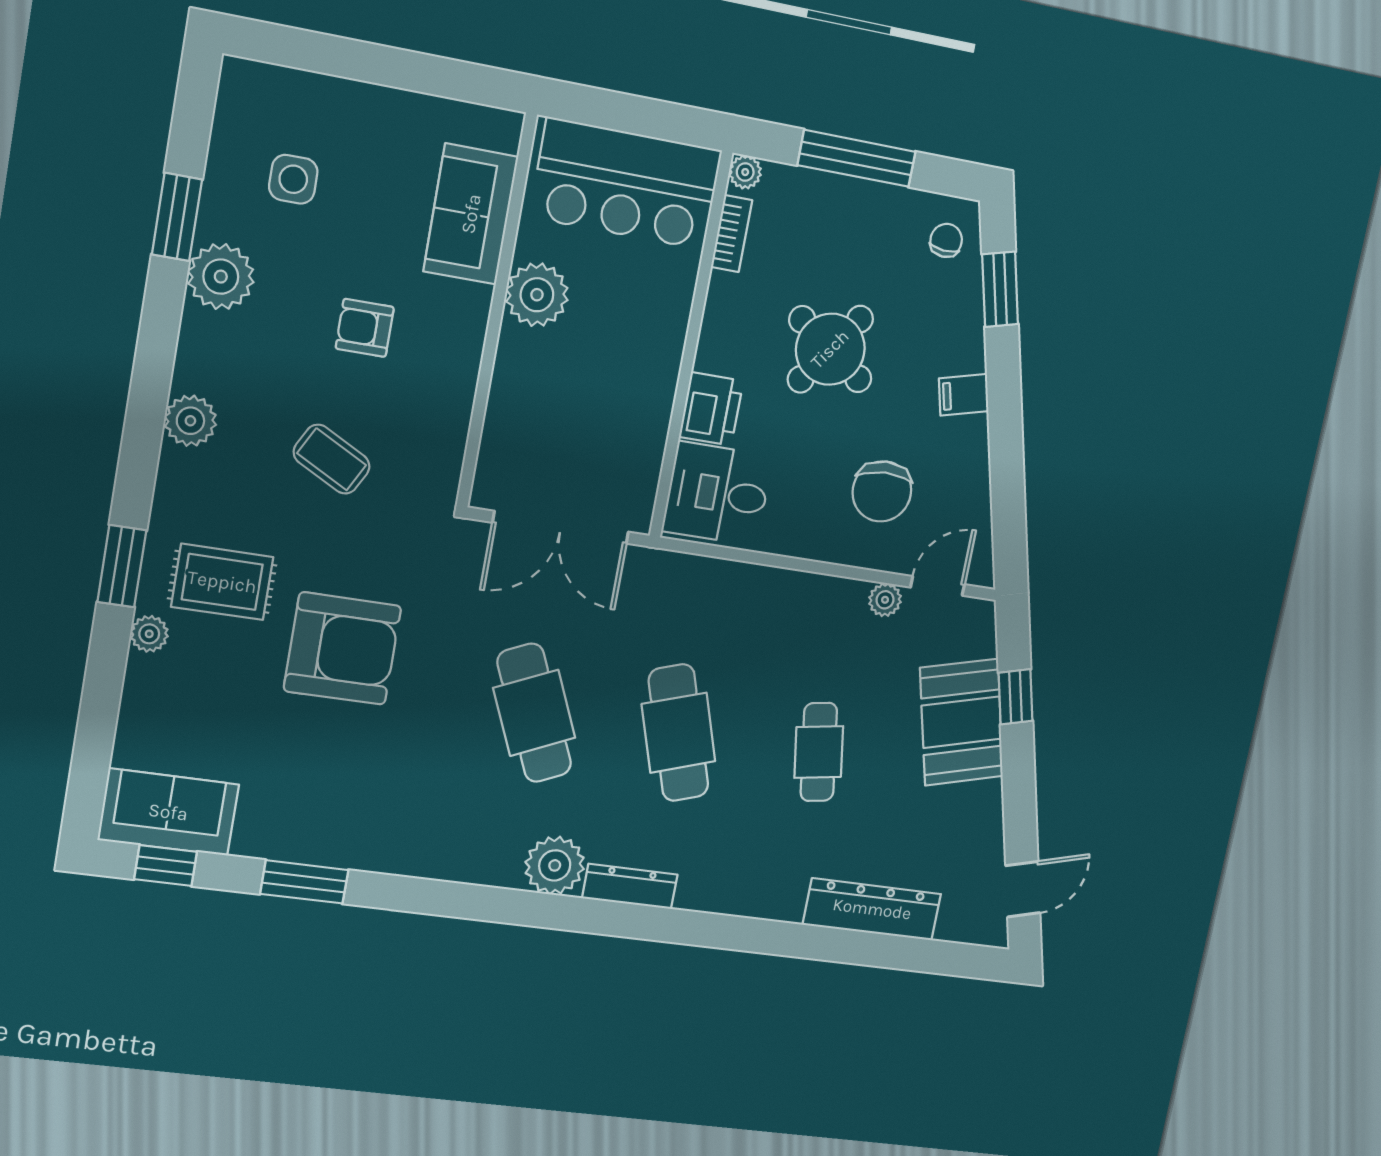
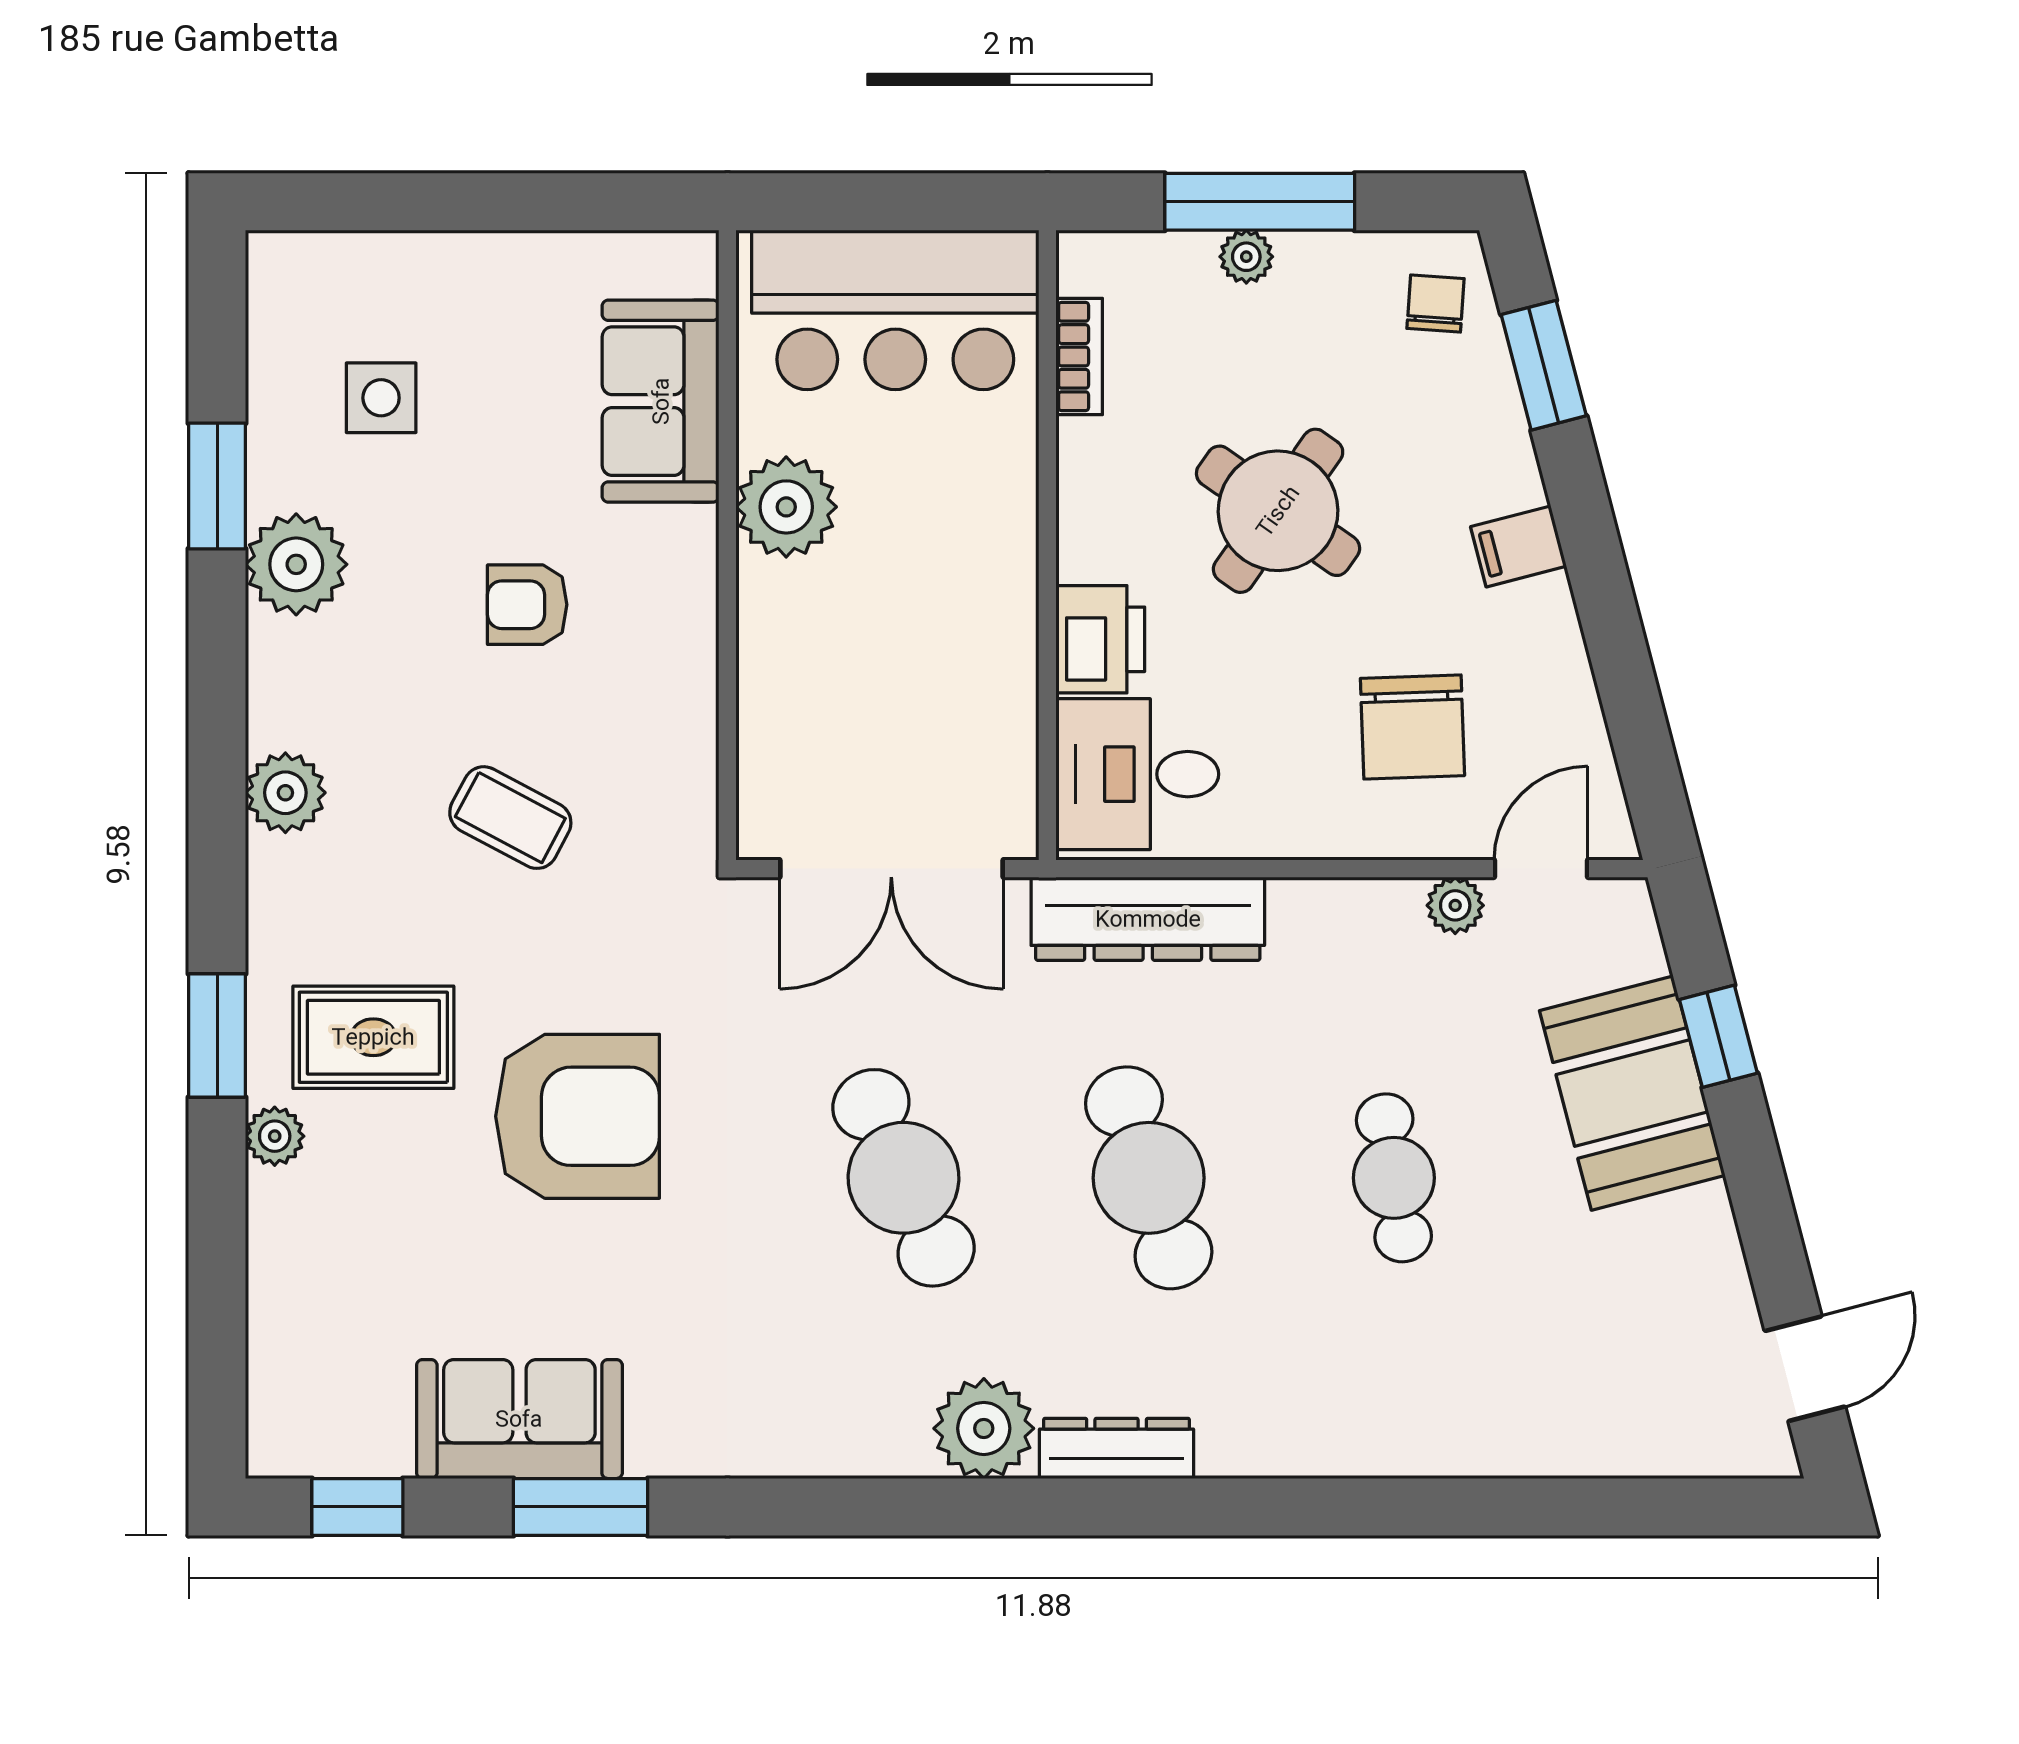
plant: (745, 172) -> (1246, 257), moved
sofa: (168, 812) -> (519, 1419), moved
dresser: (872, 909) -> (1148, 919), moved, turned 180

